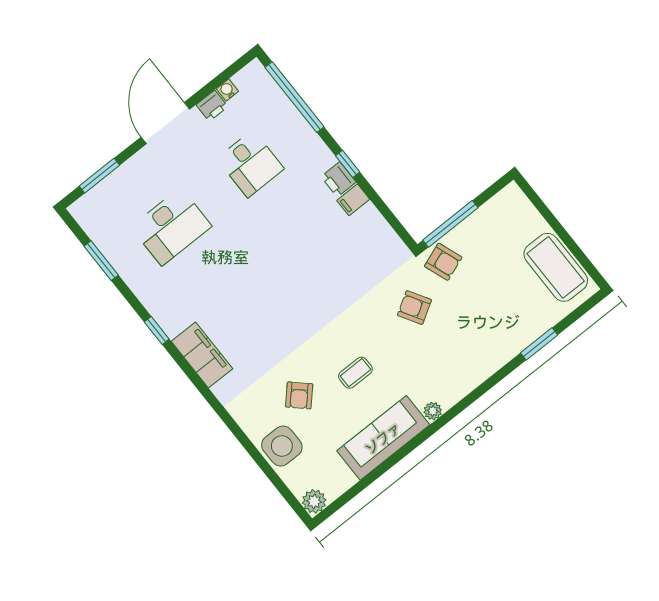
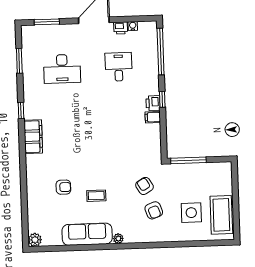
desk: (250, 164) -> (119, 67), turned 180
armchair: (443, 262) -> (154, 210), moved
window: (539, 344) -> (188, 244), removed
armchair: (299, 395) -> (63, 187), turned -133
side table: (282, 446) -> (191, 213), moved

